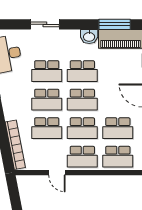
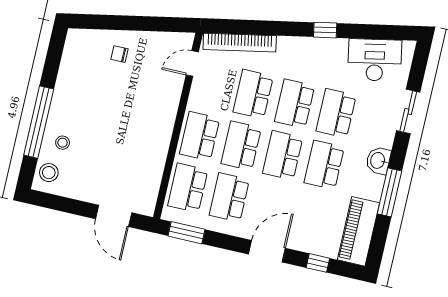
sliding door: (45, 24) -> (408, 111), moved
window: (115, 24) -> (390, 192), moved
washbasin: (89, 37) -> (378, 161), moved
door: (57, 173) -> (192, 64), moved

